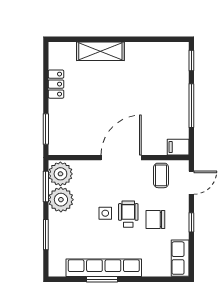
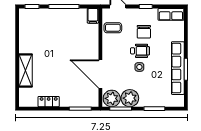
door: (121, 158) -> (100, 74), moved
wheelchair: (128, 214) -> (140, 51), turned 180

